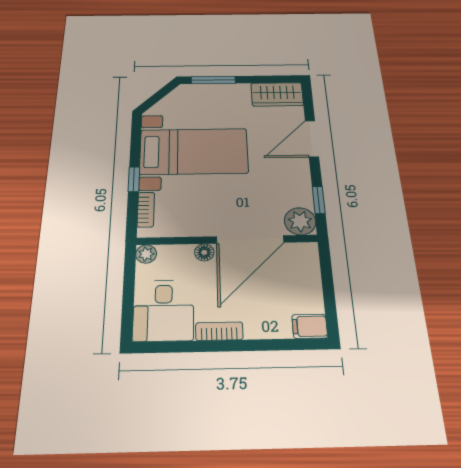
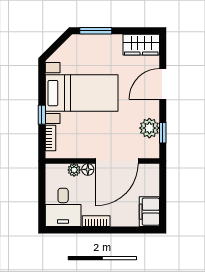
plant: (300, 221) -> (149, 128), moved
plant: (146, 254) -> (74, 170), moved
filing cabinet: (310, 326) -> (149, 212), width x2.00

